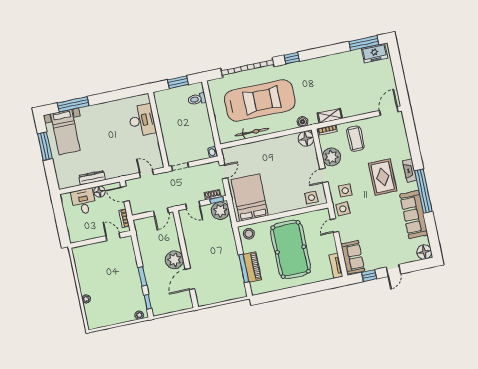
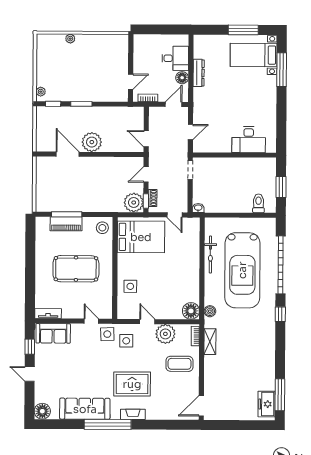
door: (389, 111) -> (201, 406), swing flipped
side table: (311, 198) -> (130, 286), moved
pool table: (291, 249) -> (76, 269), width x0.73, depth x0.76

